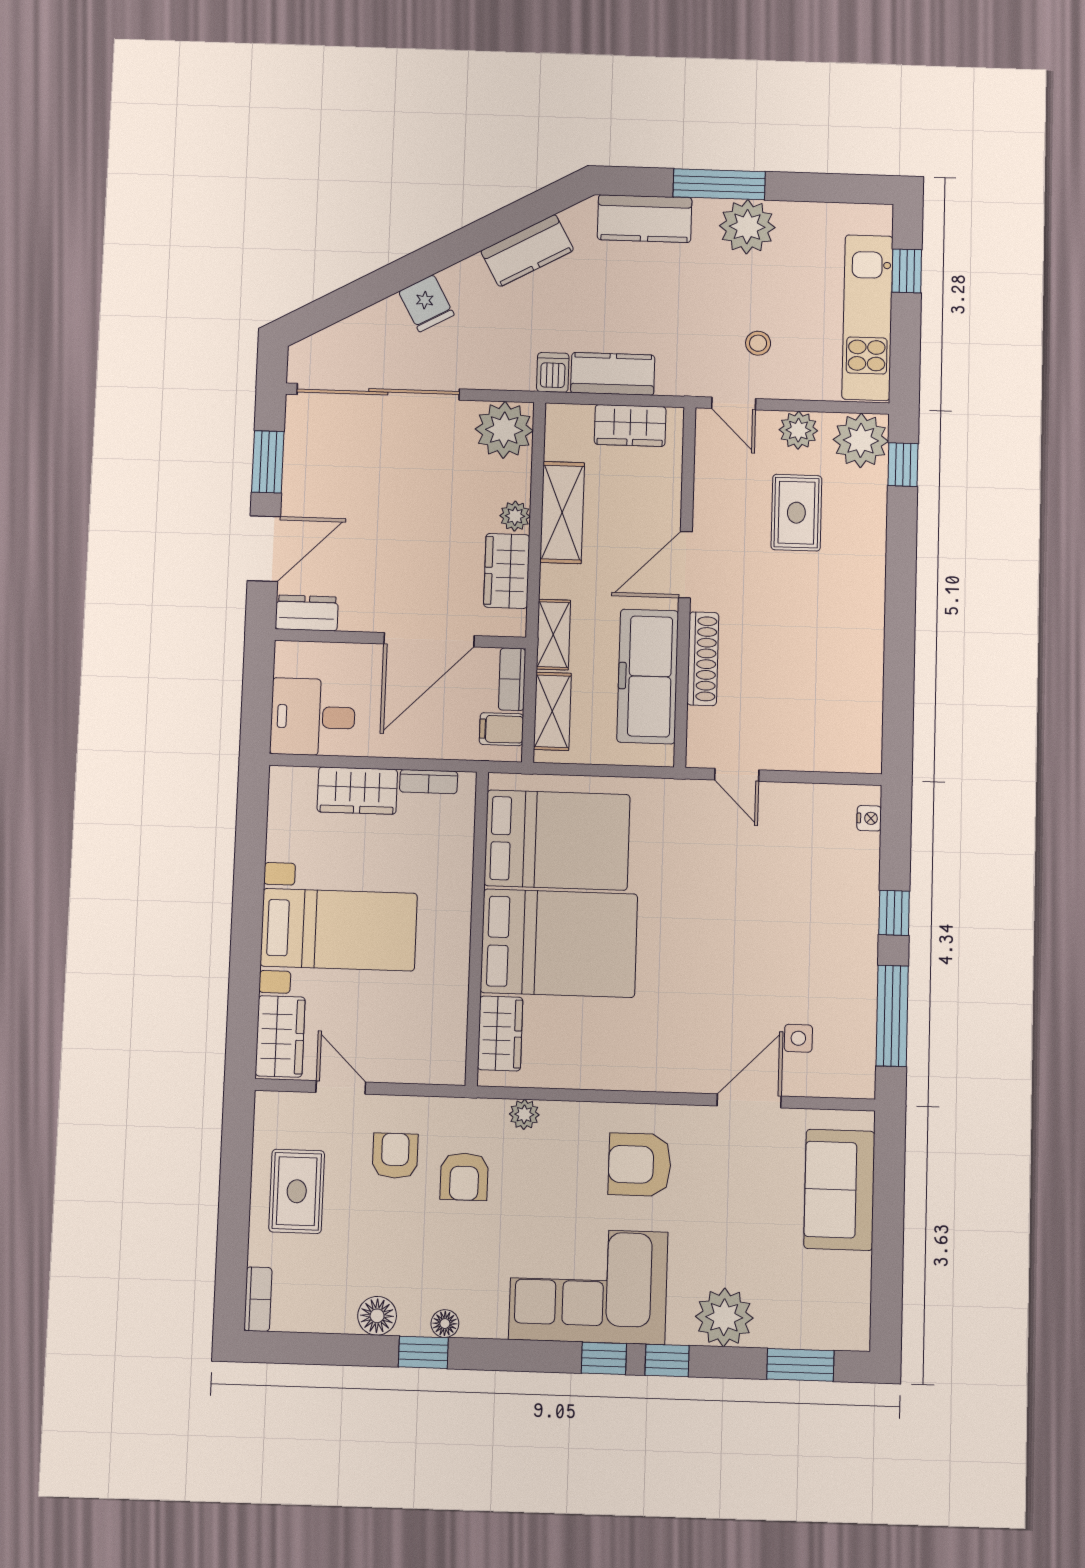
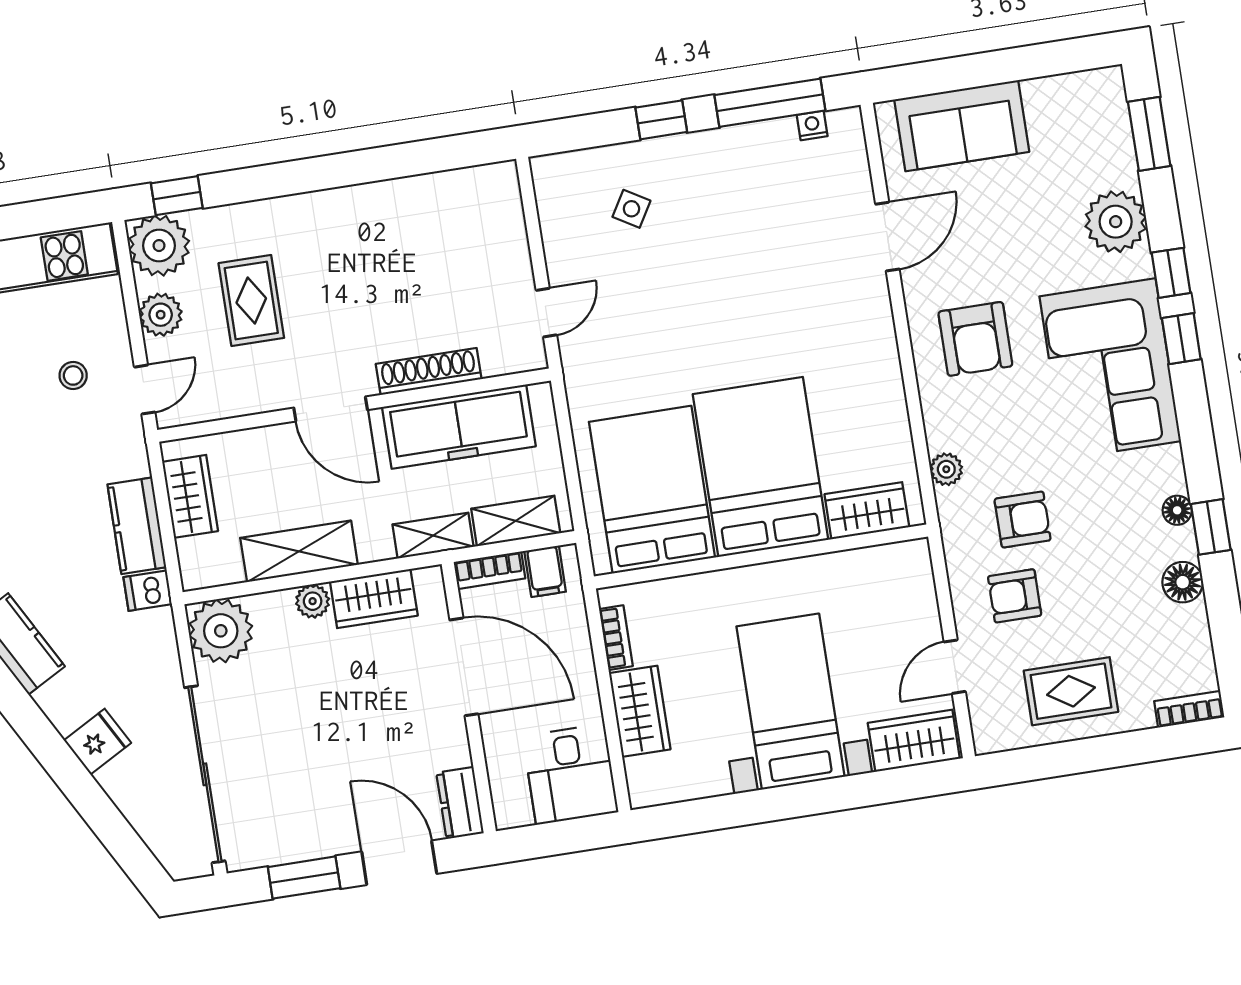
rug: (796, 513) -> (251, 300), turned 90
nightstand: (869, 818) -> (812, 125), moved
side table: (798, 1038) -> (631, 209), moved, turned 31
door: (749, 1101) -> (887, 237), swing flipped

